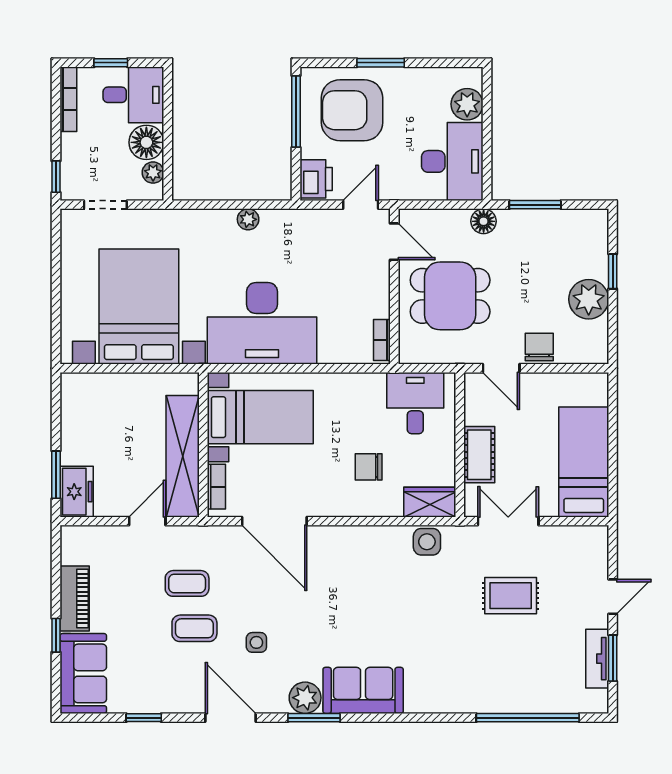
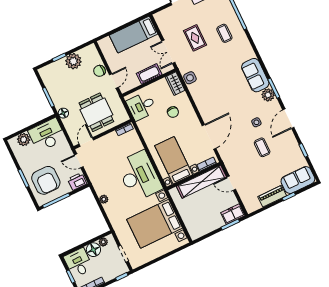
coffee table: (187, 583) -> (224, 33), moved

